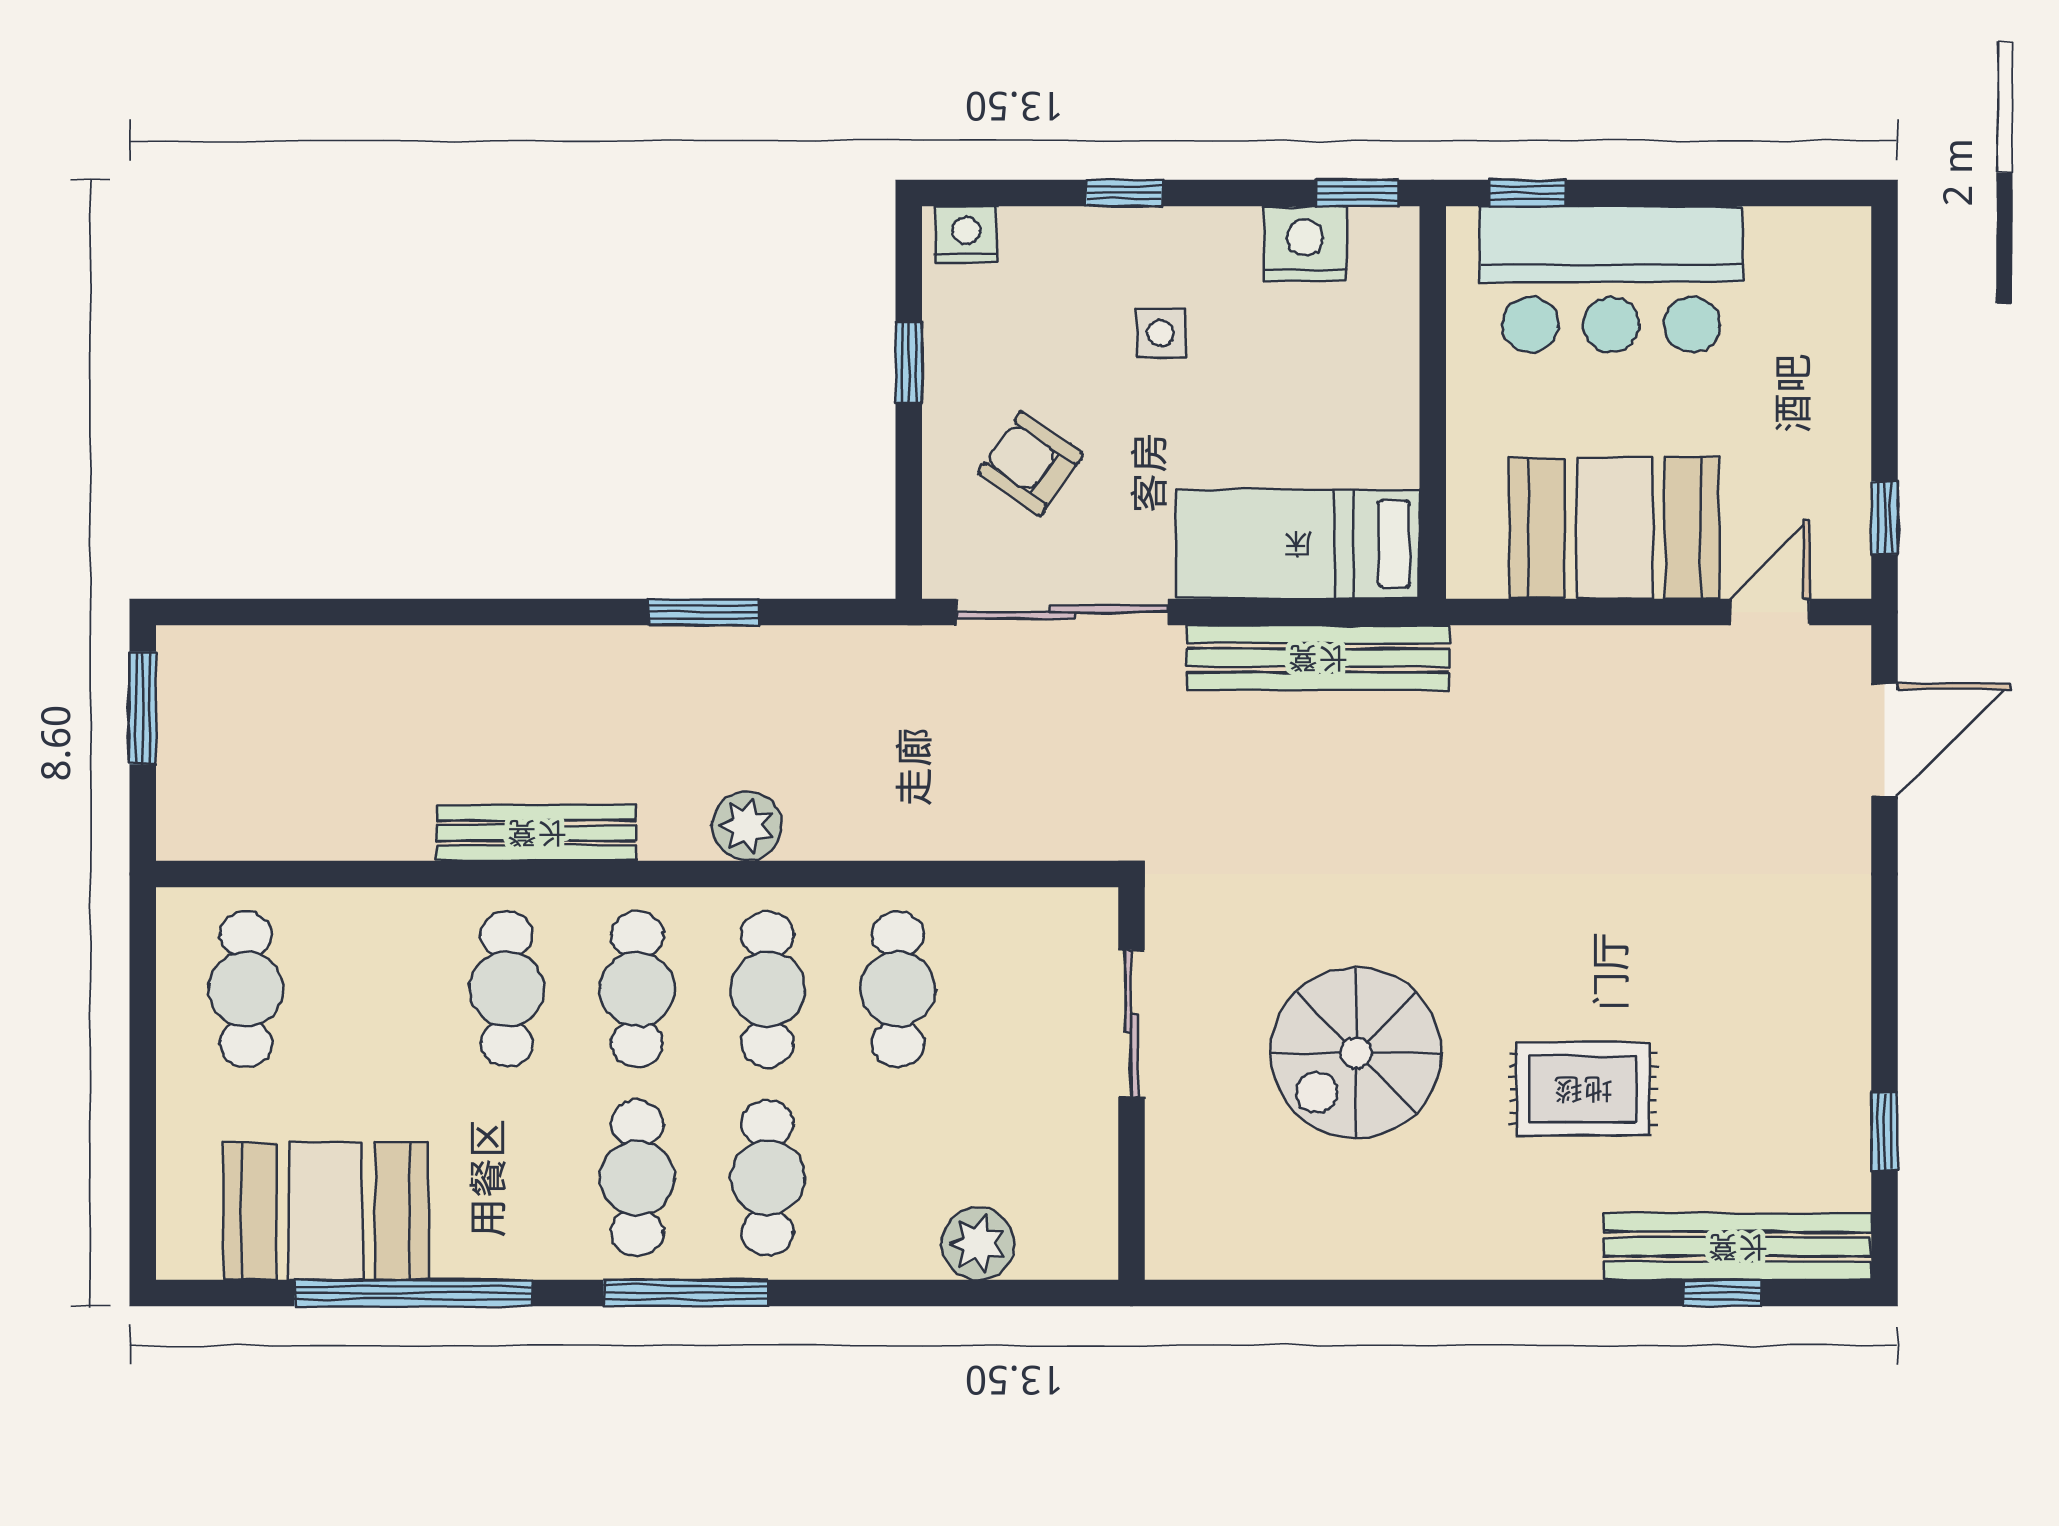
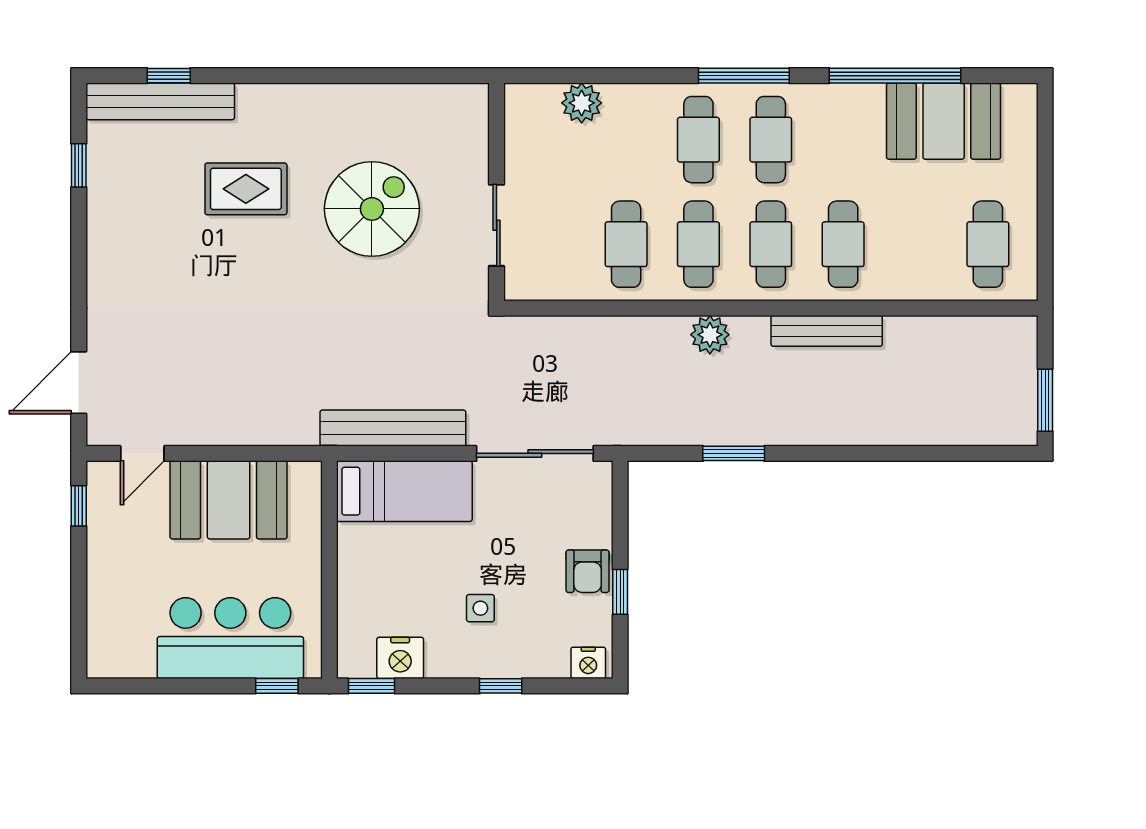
armchair: (1031, 464) -> (588, 571), moved, turned 55

